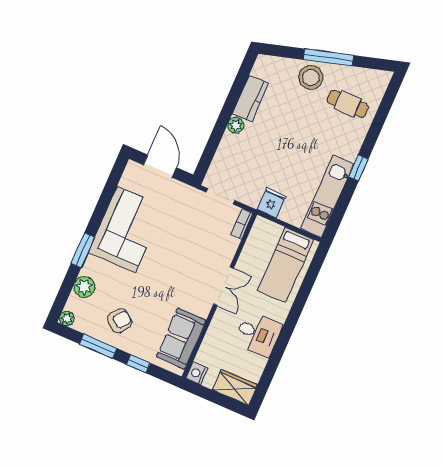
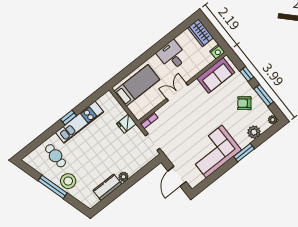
kitchen unit: (327, 196) -> (80, 122), moved

